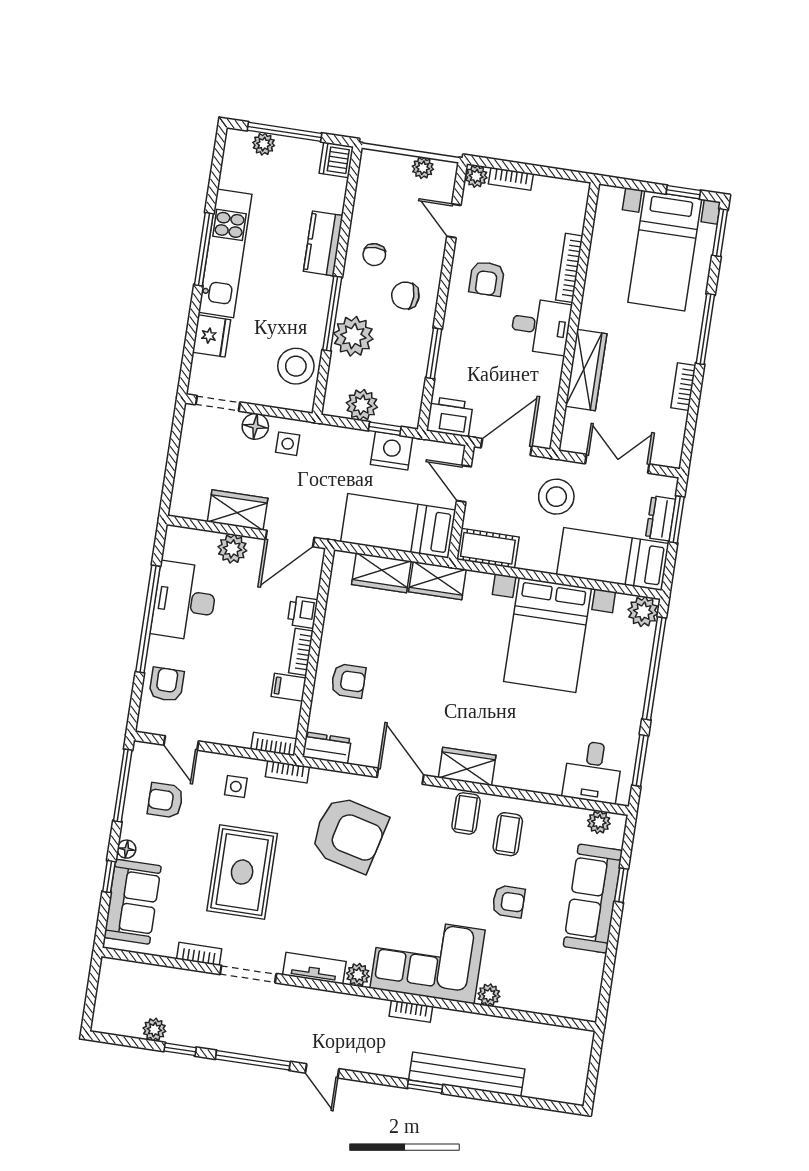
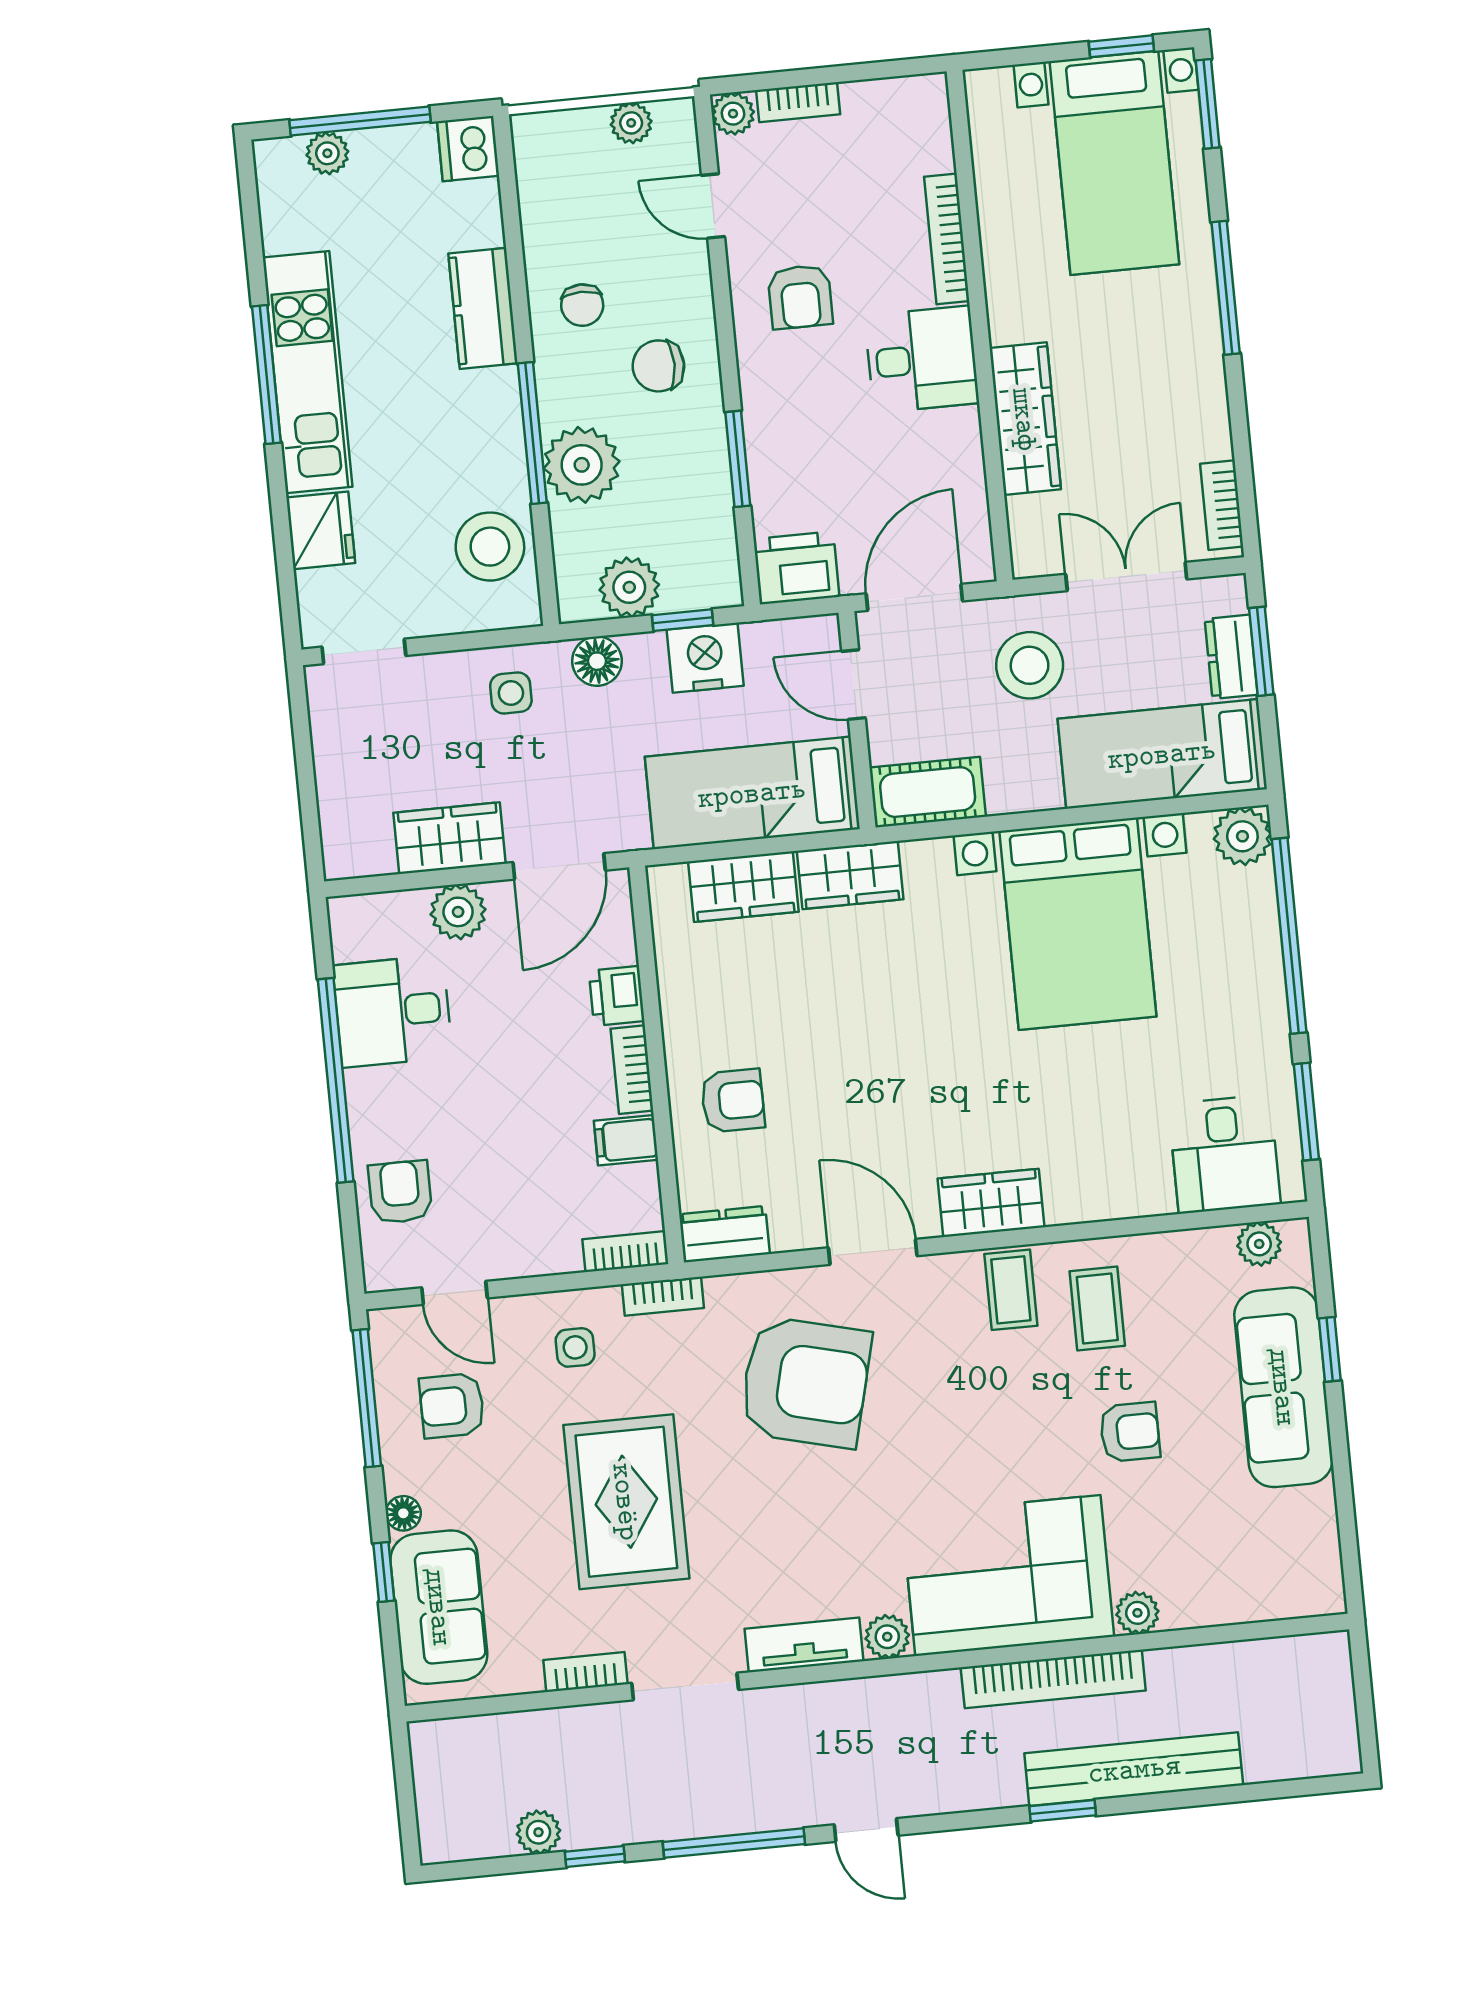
bookcase: (683, 387) -> (1222, 505), moved
floor lamp: (255, 426) -> (597, 661), moved
desk: (184, 601) -> (393, 1011), width x0.73
bookcase: (411, 1011) -> (1053, 1679), width x2.31, depth x1.31

